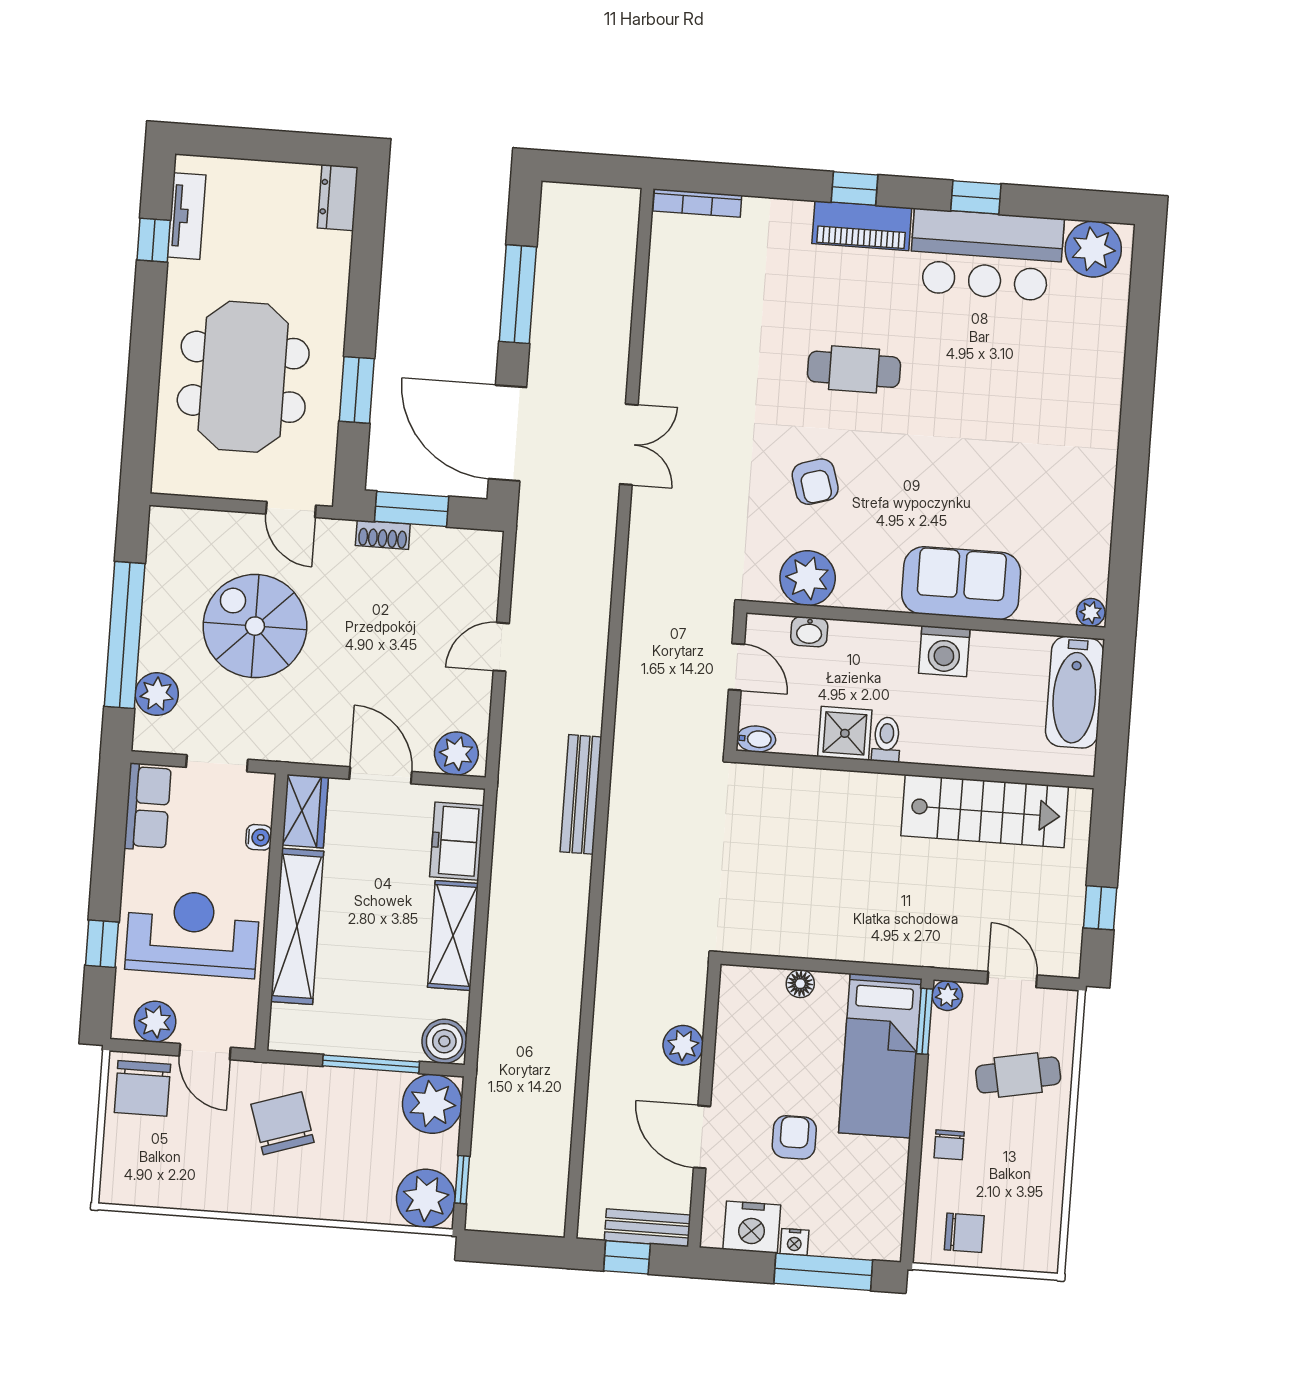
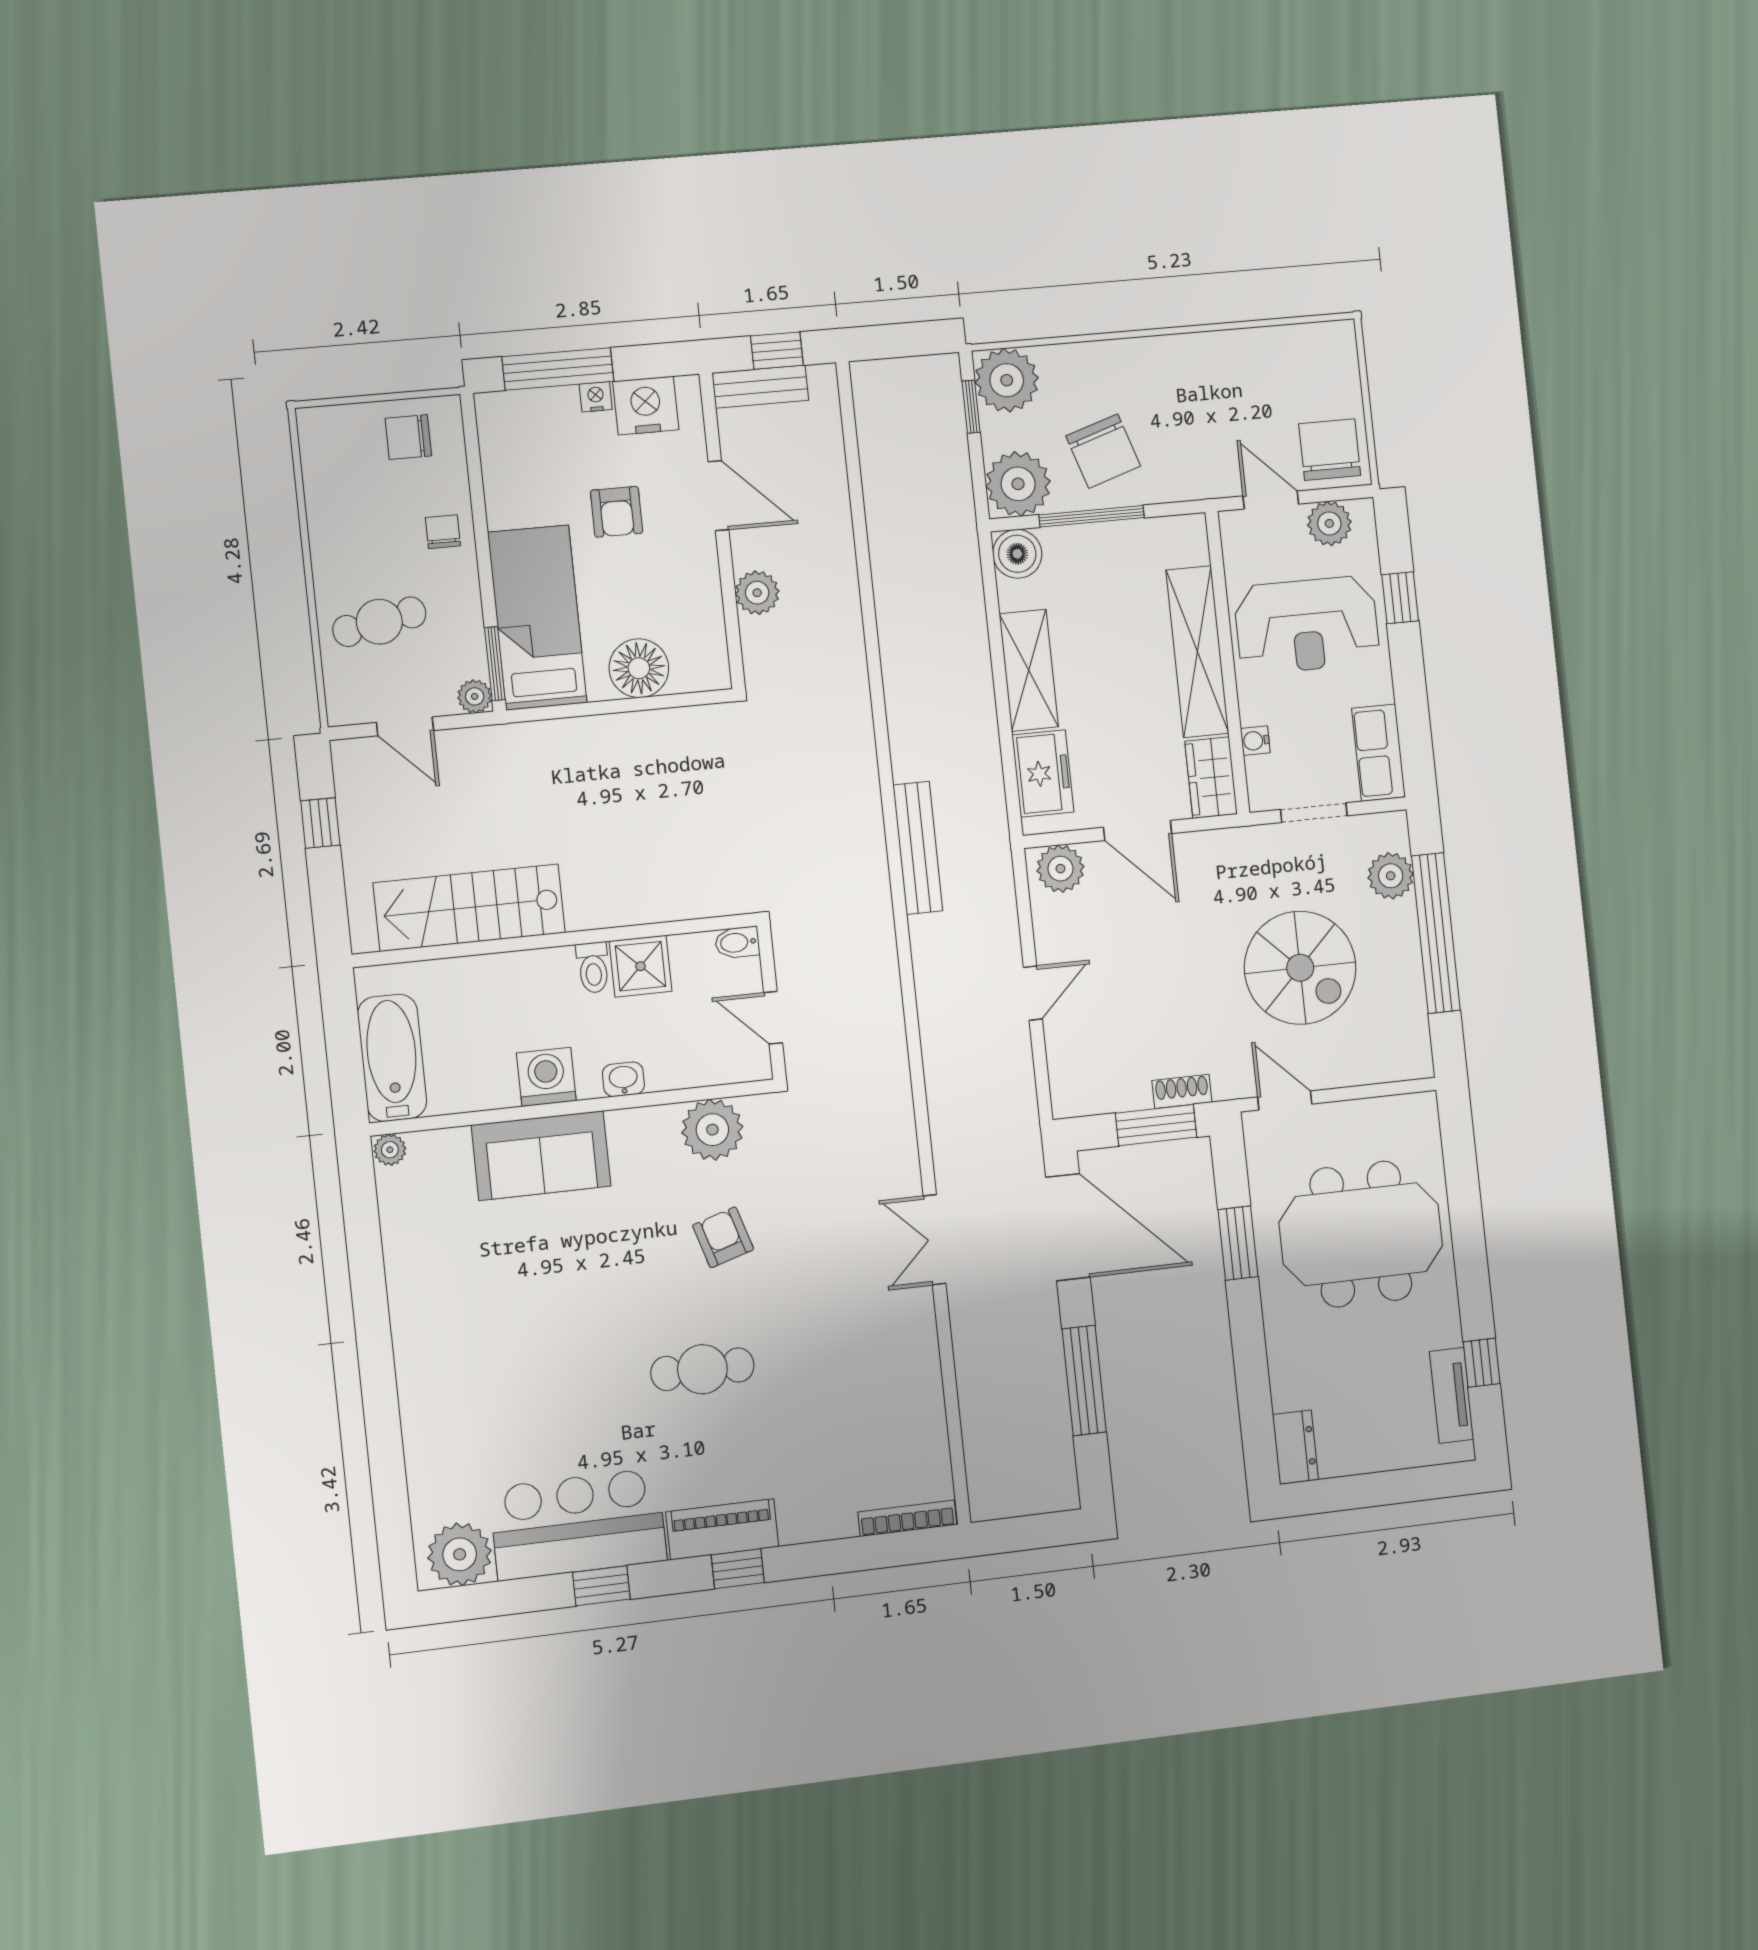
meeting table: (243, 377) -> (1361, 1234), turned 90
washbasin: (809, 632) -> (623, 1079), moved
floor lamp: (800, 984) -> (639, 668), width x1.89, depth x1.89
chair: (283, 1123) -> (1103, 451), moved

